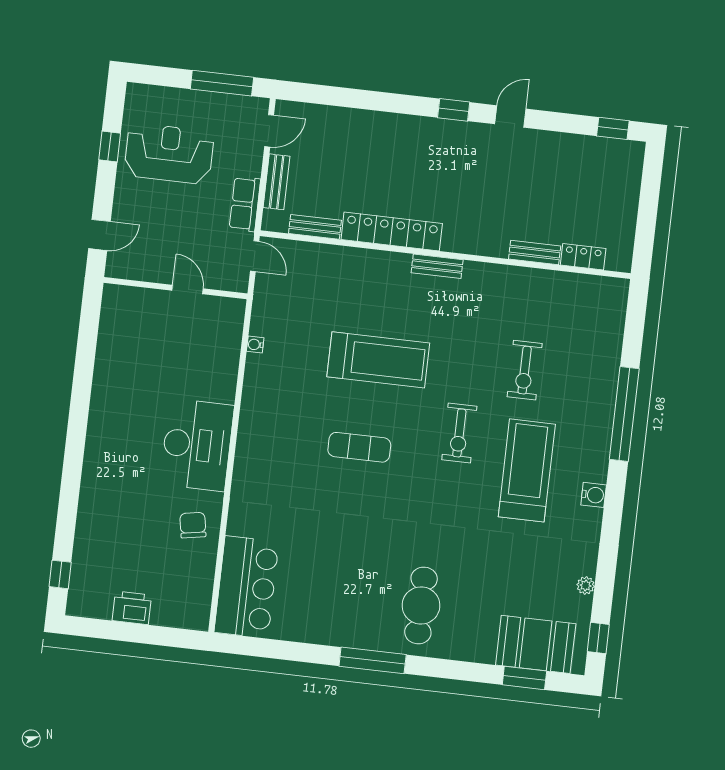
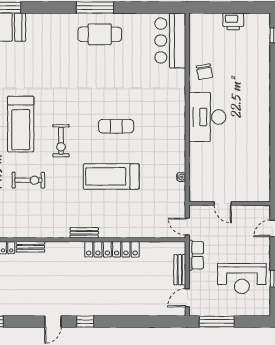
bench: (315, 227) -> (155, 247), removed
exercise bike: (525, 370) -> (28, 180), turned 90
exercise bike: (459, 433) -> (61, 141), turned 180
cafe table: (421, 605) -> (100, 34), moved, turned 90

